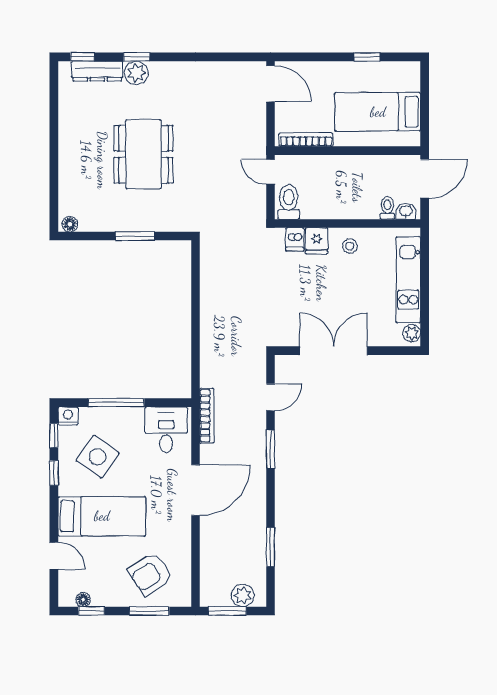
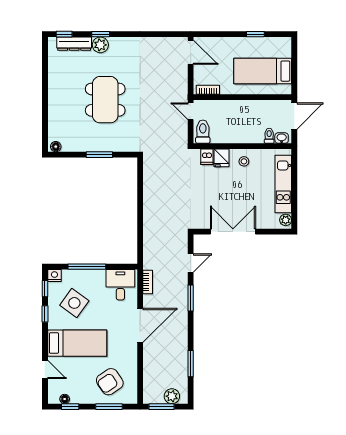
bookcase: (306, 140) -> (208, 90), width x0.64
bookcase: (207, 416) -> (148, 282), width x0.64

